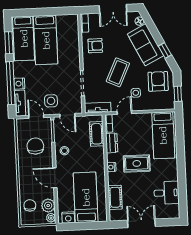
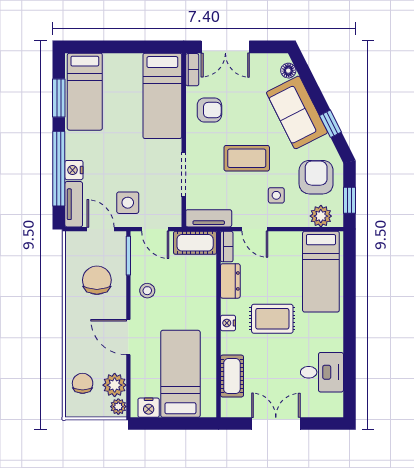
double door: (113, 9) -> (225, 47), moved
bed: (46, 40) -> (162, 96), moved
coffee table: (118, 72) -> (247, 158), turned 65
plant: (162, 103) -> (321, 216), added
door: (124, 113) -> (255, 229), swing flipped
cot: (97, 134) -> (195, 243), moved, turned 90

